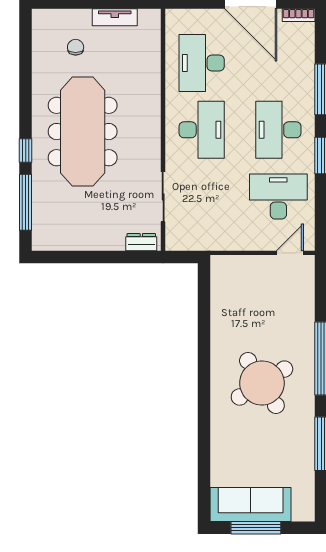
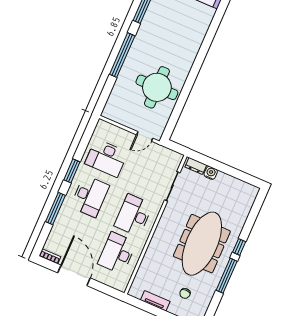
desk: (202, 63) -> (117, 253), turned 180
window: (26, 202) -> (227, 276), moved
water cooler: (115, 242) -> (211, 173), added
door: (290, 253) -> (145, 136), moved
round table: (262, 383) -> (157, 87), moved, turned 32

